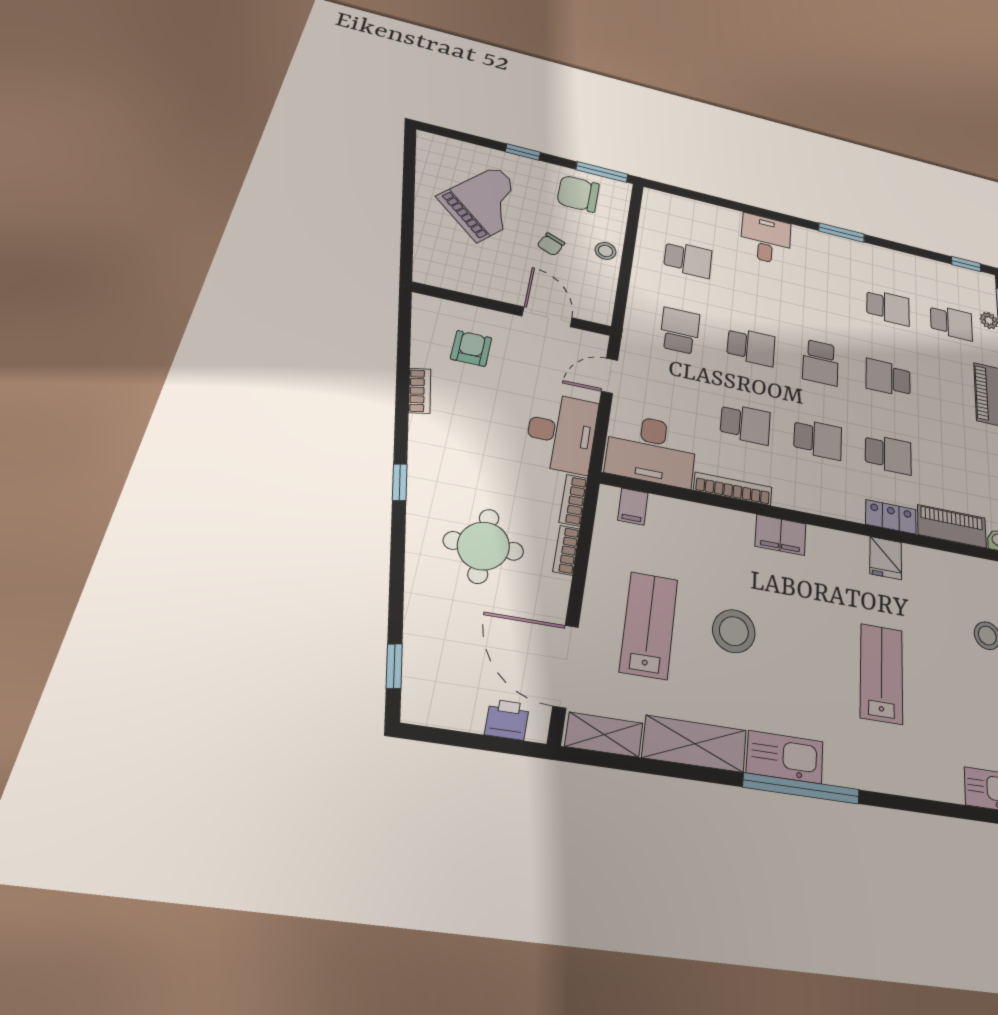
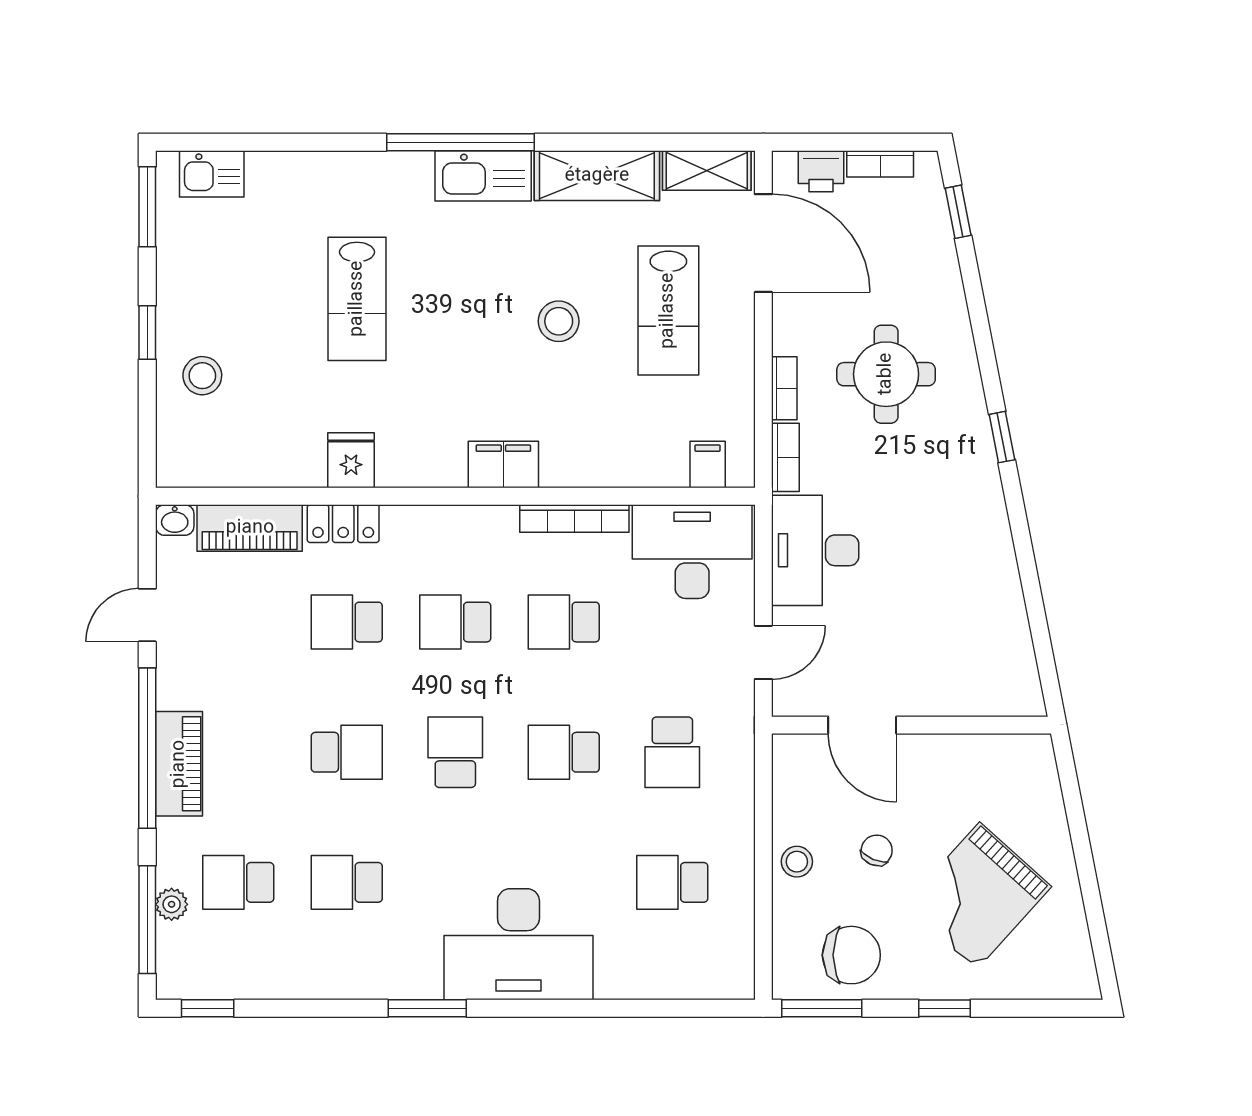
desk: (766, 239) -> (518, 944), width x1.87, depth x1.30
armchair: (471, 348) -> (954, 649), removed
bookcase: (420, 391) -> (880, 164), moved, turned -79
stool: (734, 631) -> (559, 321), width x0.73, depth x0.73

